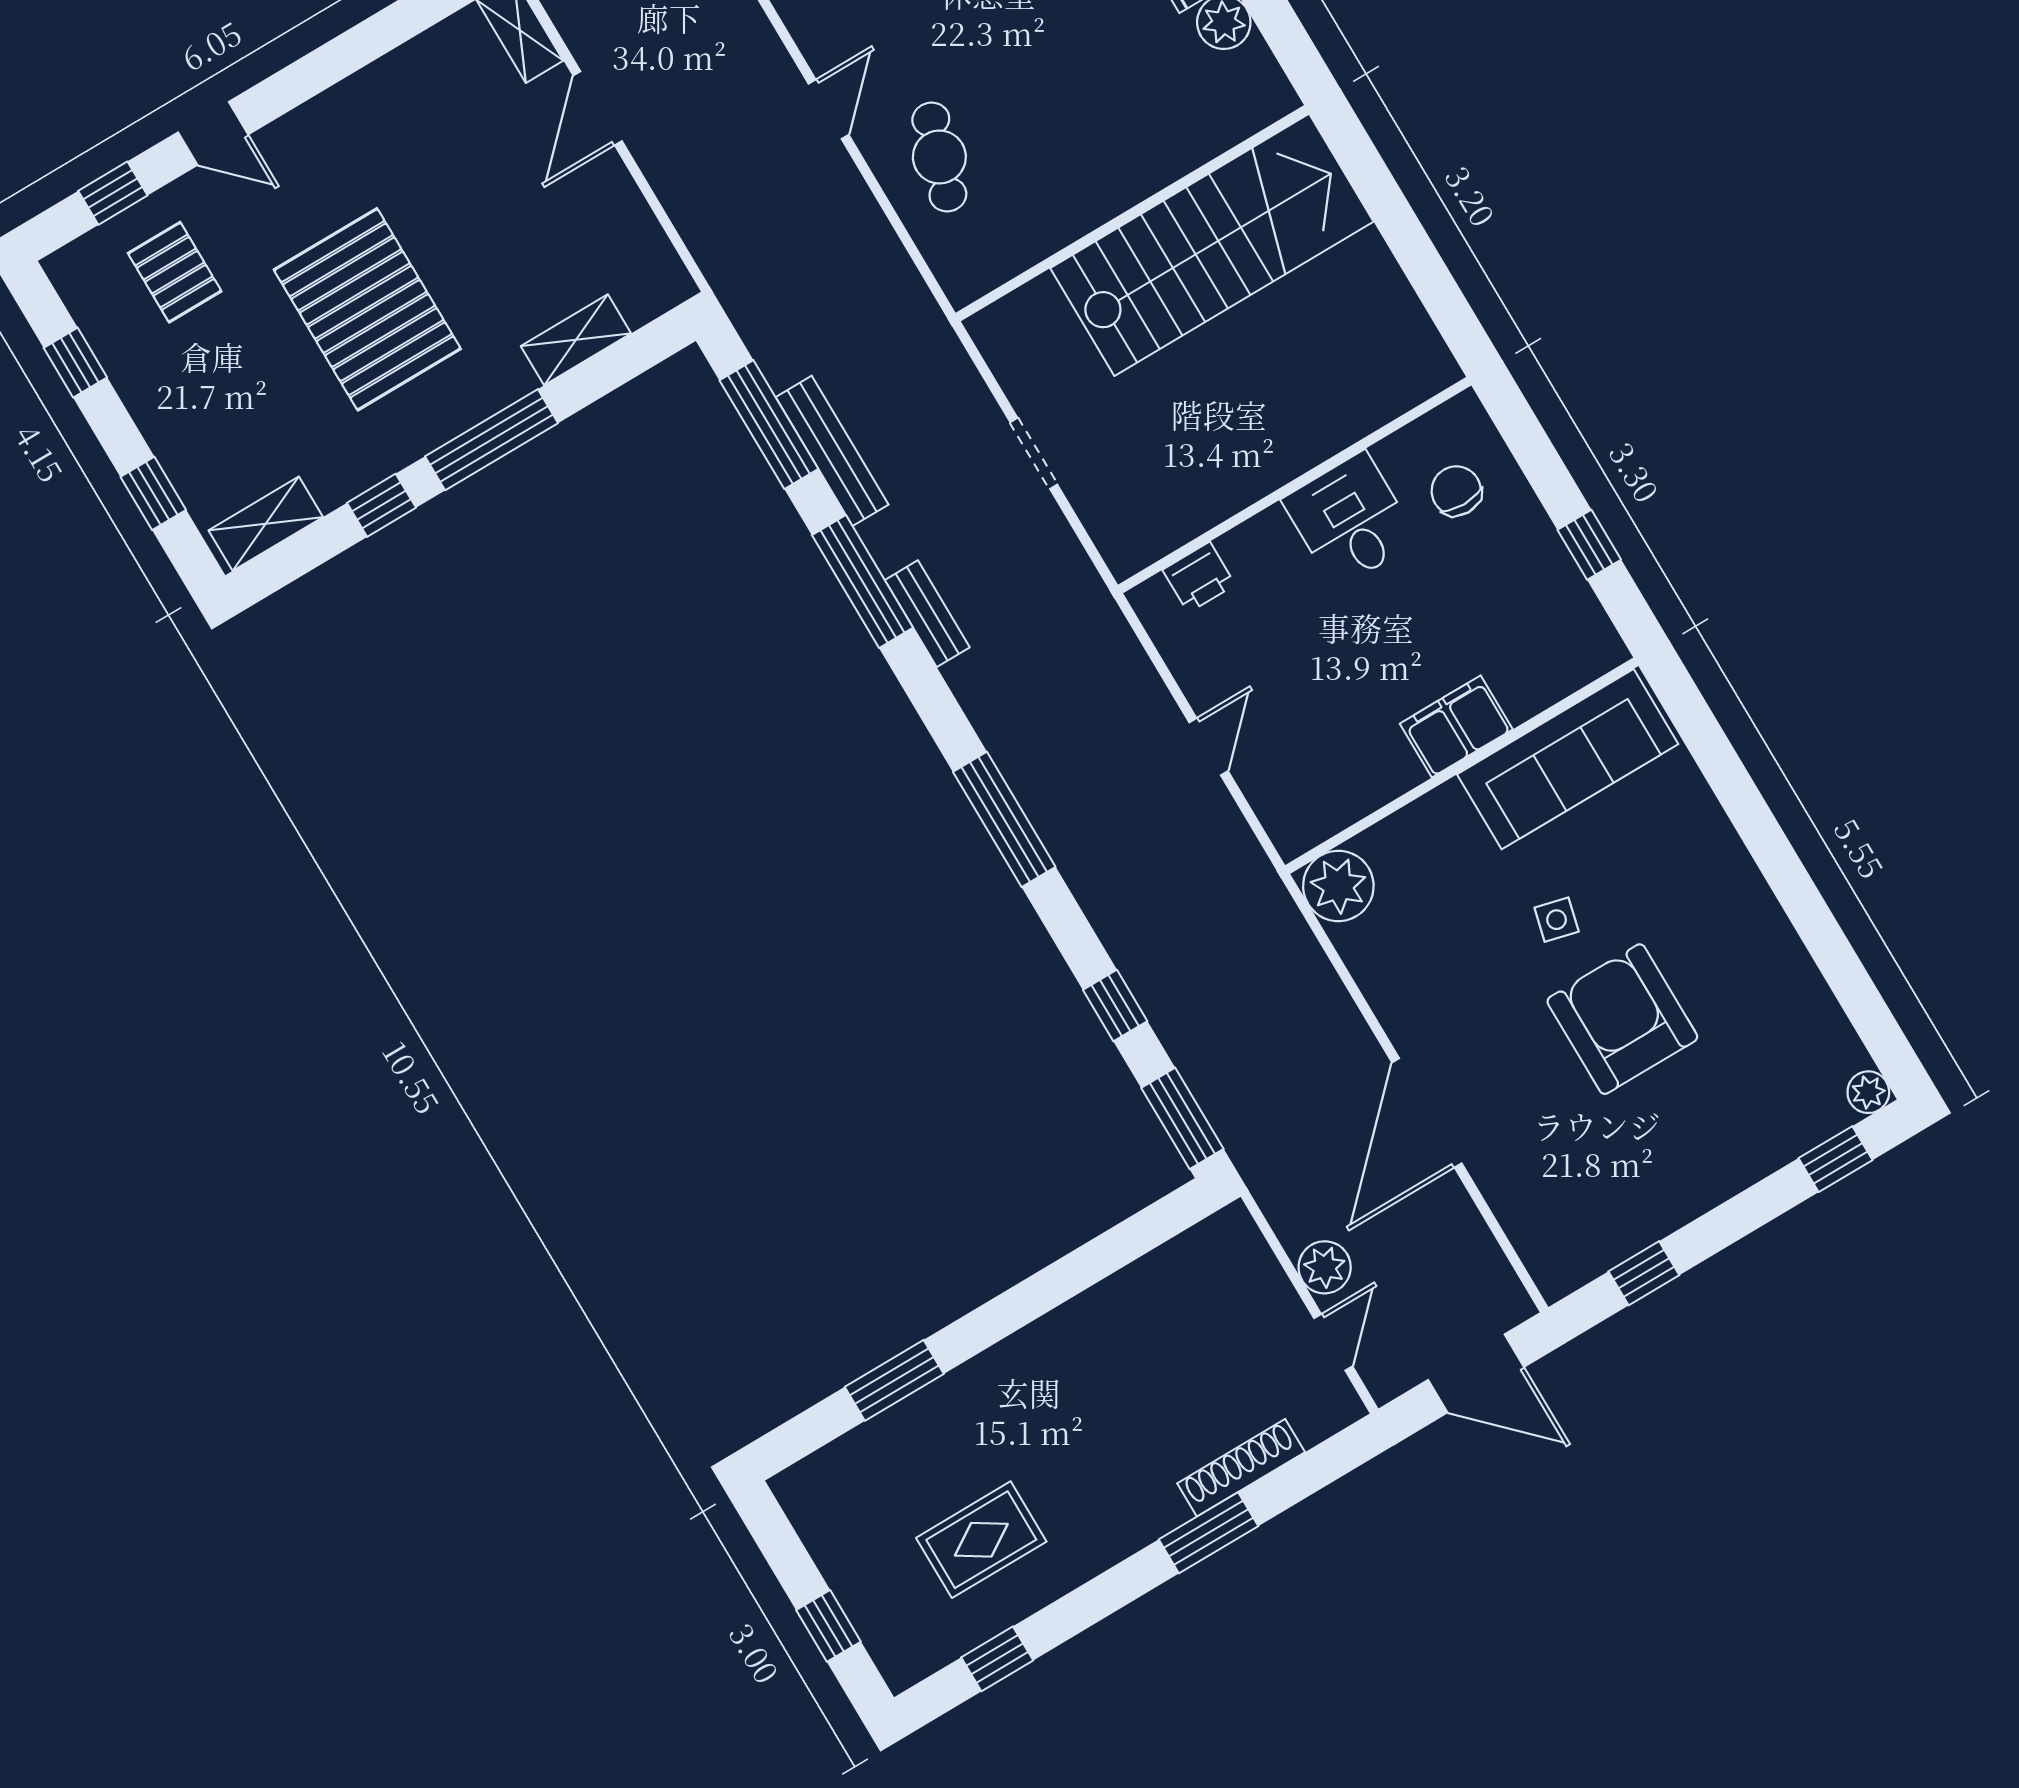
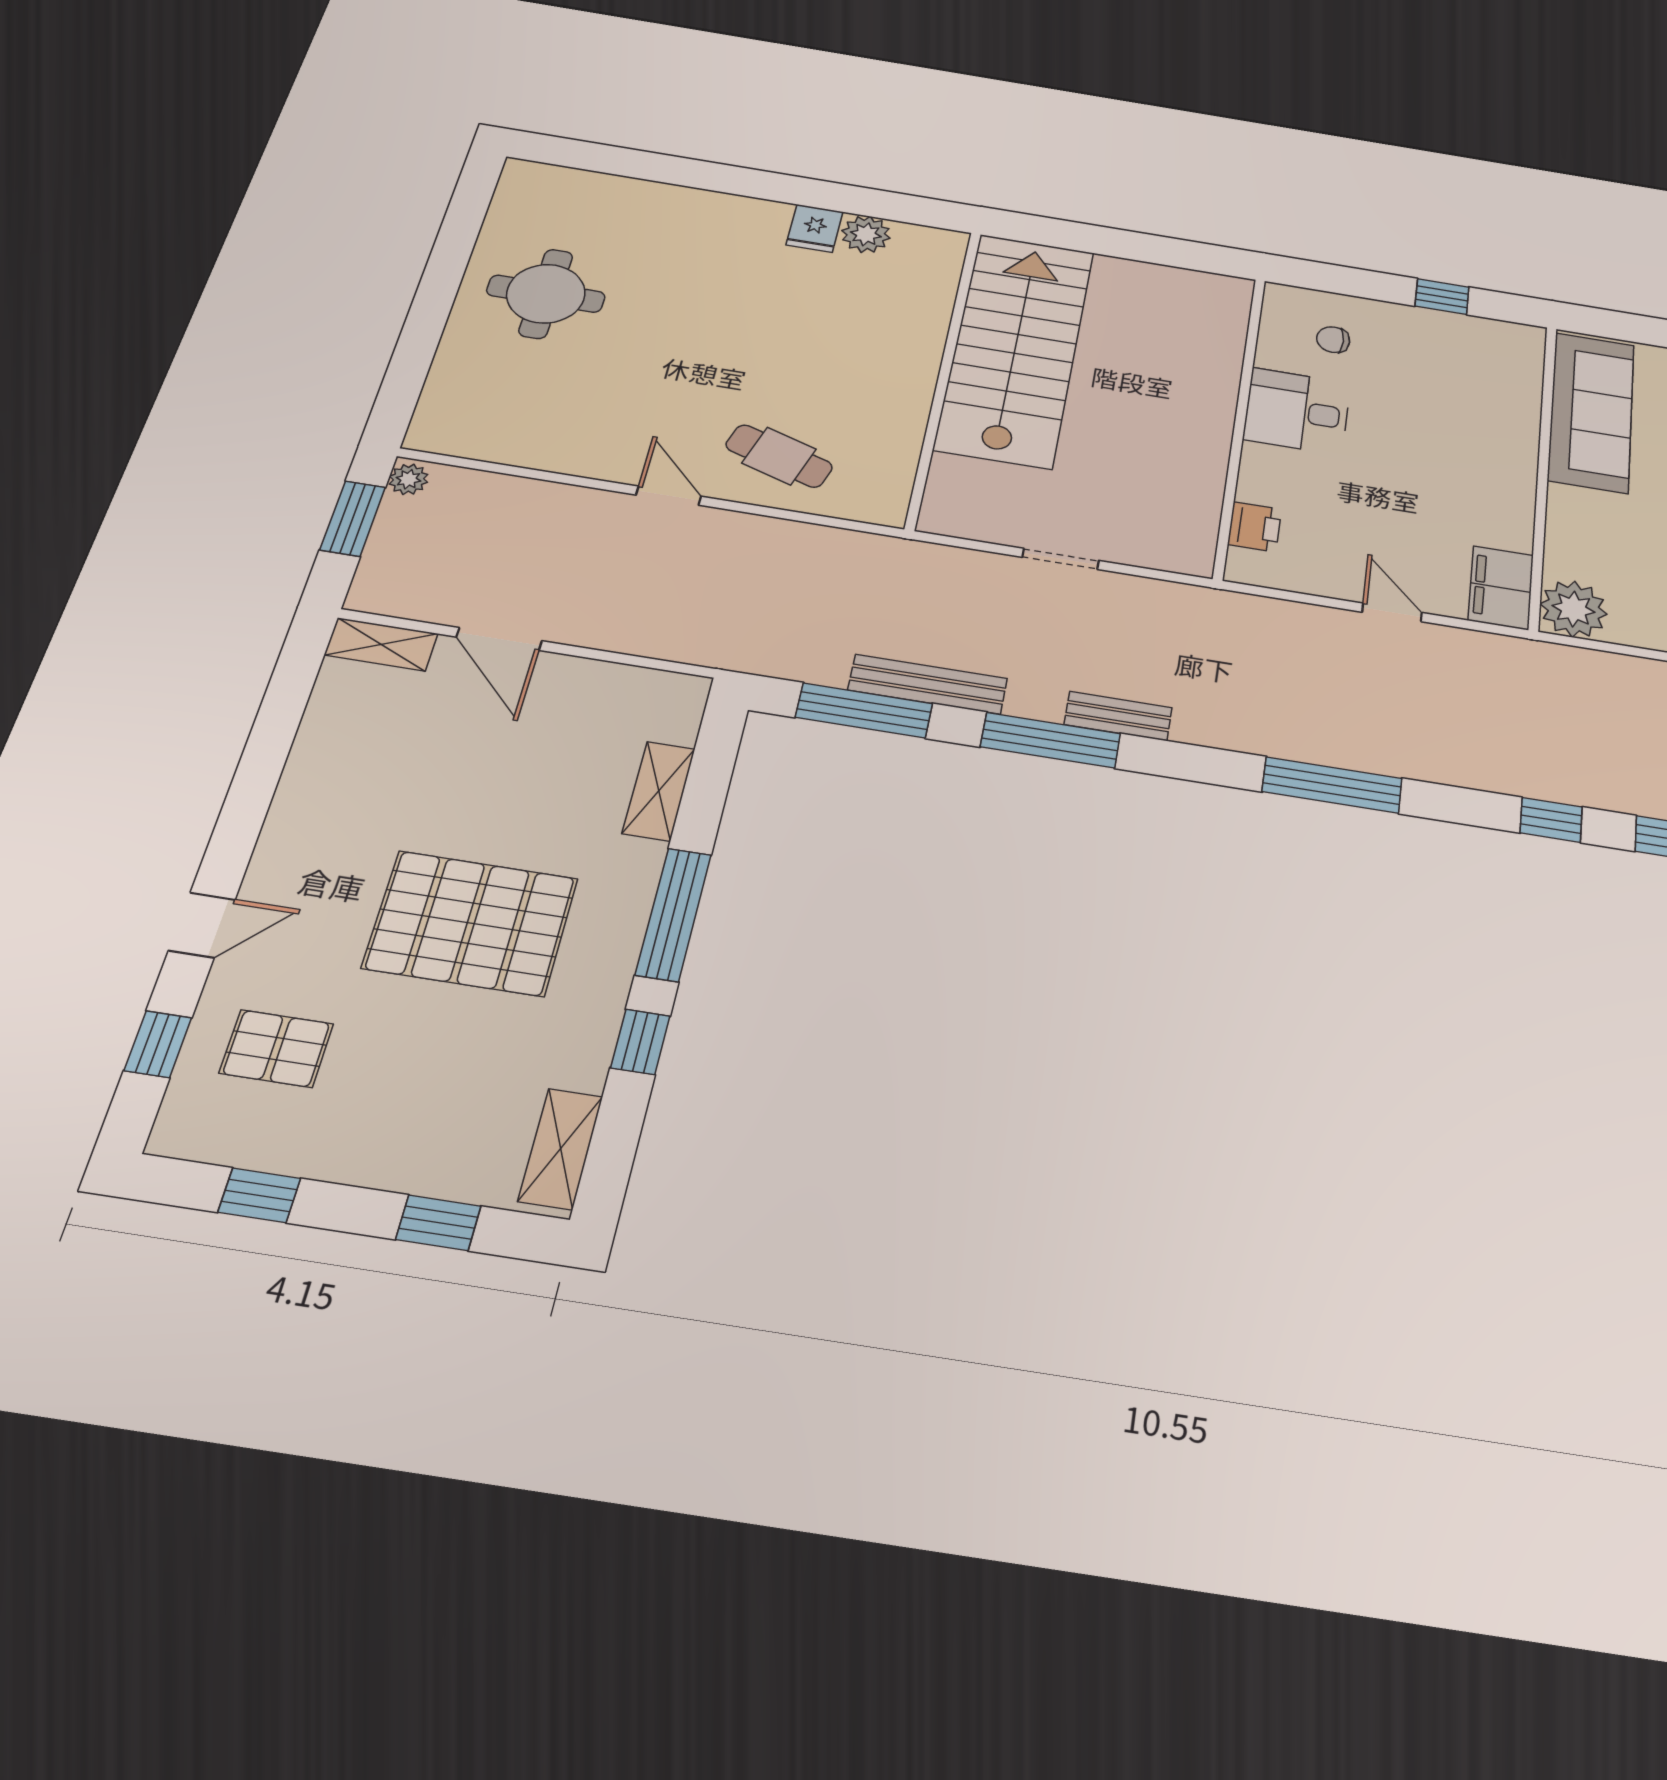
chair: (1456, 491) -> (1333, 340), width x0.73, depth x0.73
filing cabinet: (1456, 726) -> (1501, 588), moved

